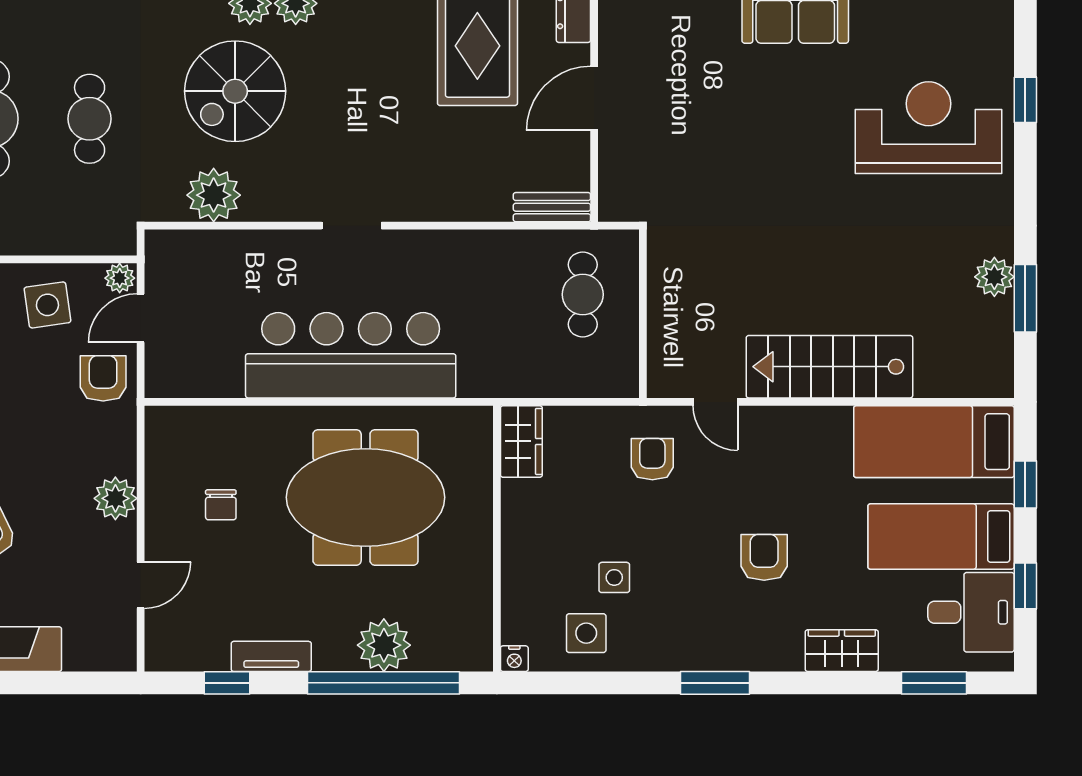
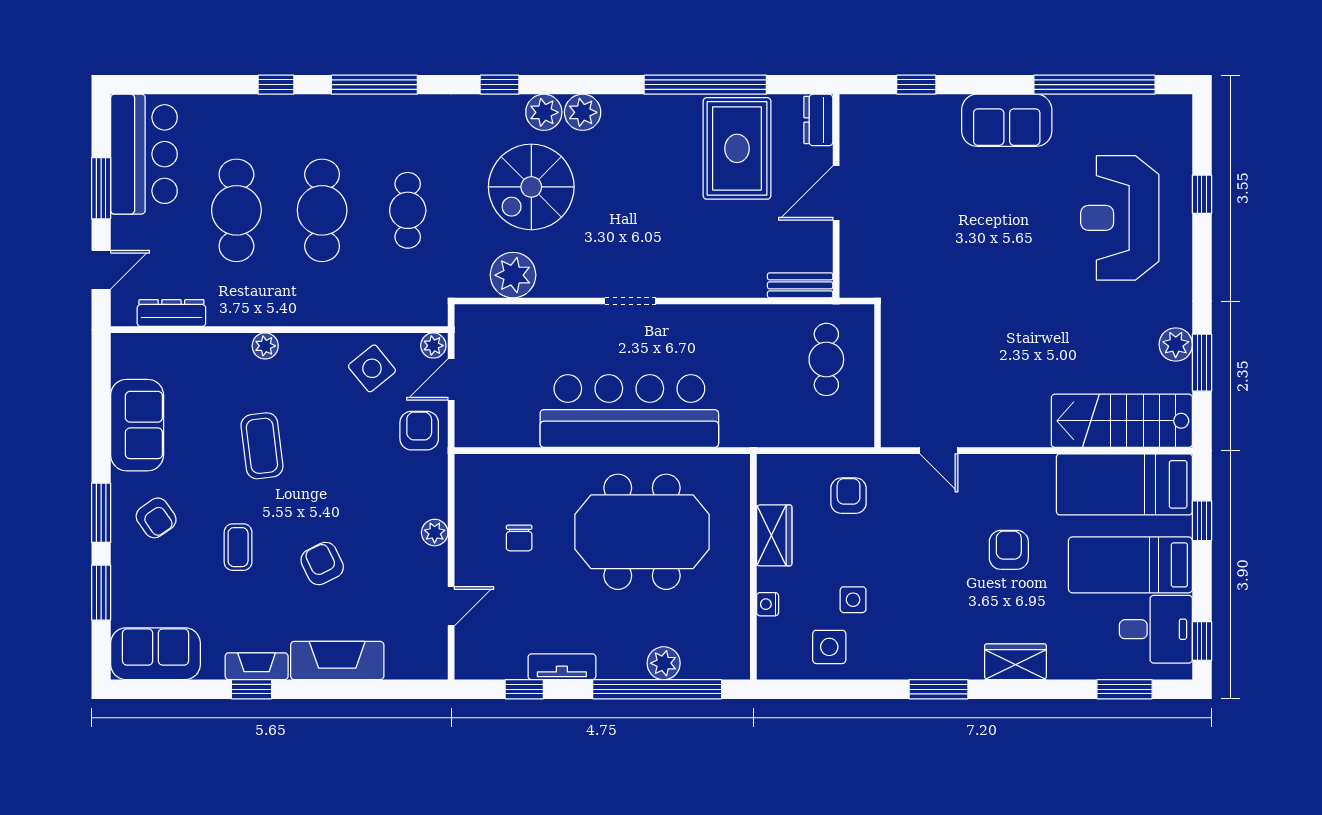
reception desk: (929, 128) -> (1120, 218), turned -90
side table: (47, 305) -> (372, 368), turned -31
stairs: (829, 367) -> (1122, 421), moved
wardrobe: (521, 441) -> (774, 535), moved
armchair: (652, 459) -> (849, 496), moved
plant: (115, 498) -> (435, 533), width x0.73, depth x0.73
armchair: (764, 557) -> (1009, 550), moved
window: (1025, 586) -> (1202, 641), moved
plant: (384, 645) -> (664, 663), width x0.73, depth x0.73
wardrobe: (842, 651) -> (1015, 662), moved
nightstand: (514, 659) -> (768, 604), moved, turned 90

